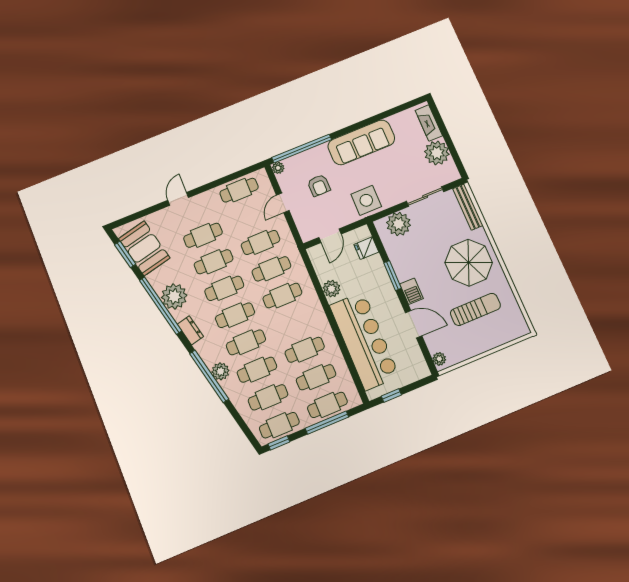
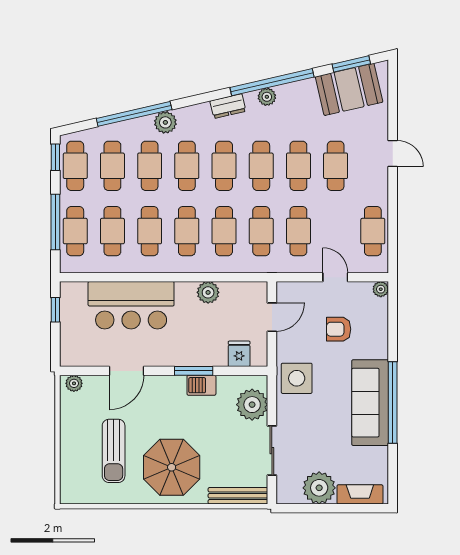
window: (302, 149) -> (393, 402), moved
door: (330, 236) -> (272, 317), swing flipped
barbecue: (411, 291) -> (201, 385), moved
plant: (174, 296) -> (267, 97), width x0.53, depth x0.53
cafe table: (294, 323) -> (187, 231), added
bar counter: (364, 341) -> (131, 305), width x0.73
window: (209, 376) -> (134, 114), moved

